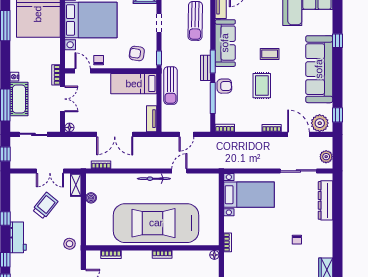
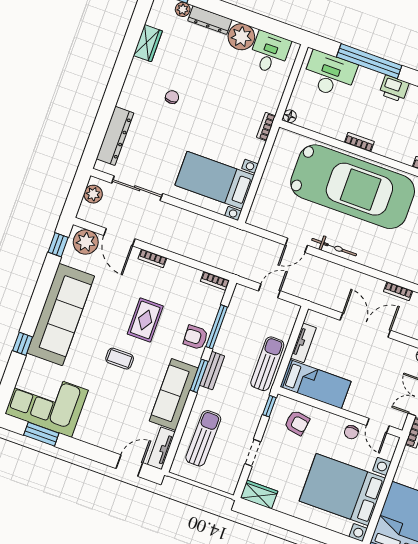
tv unit: (152, 119) -> (303, 343), moved

